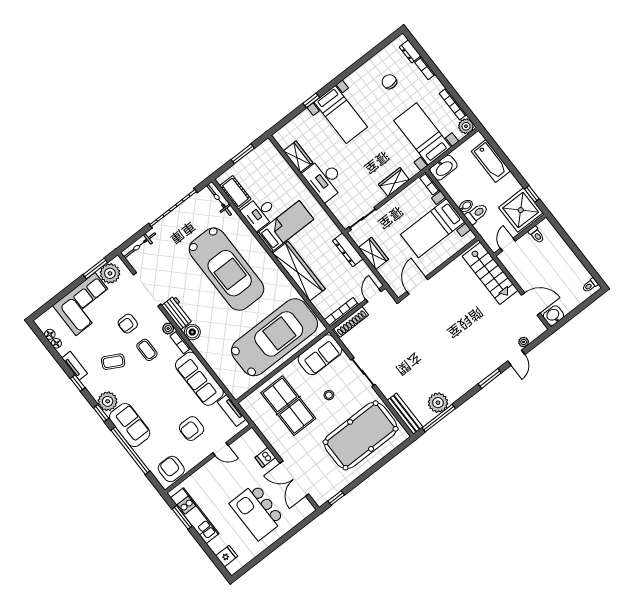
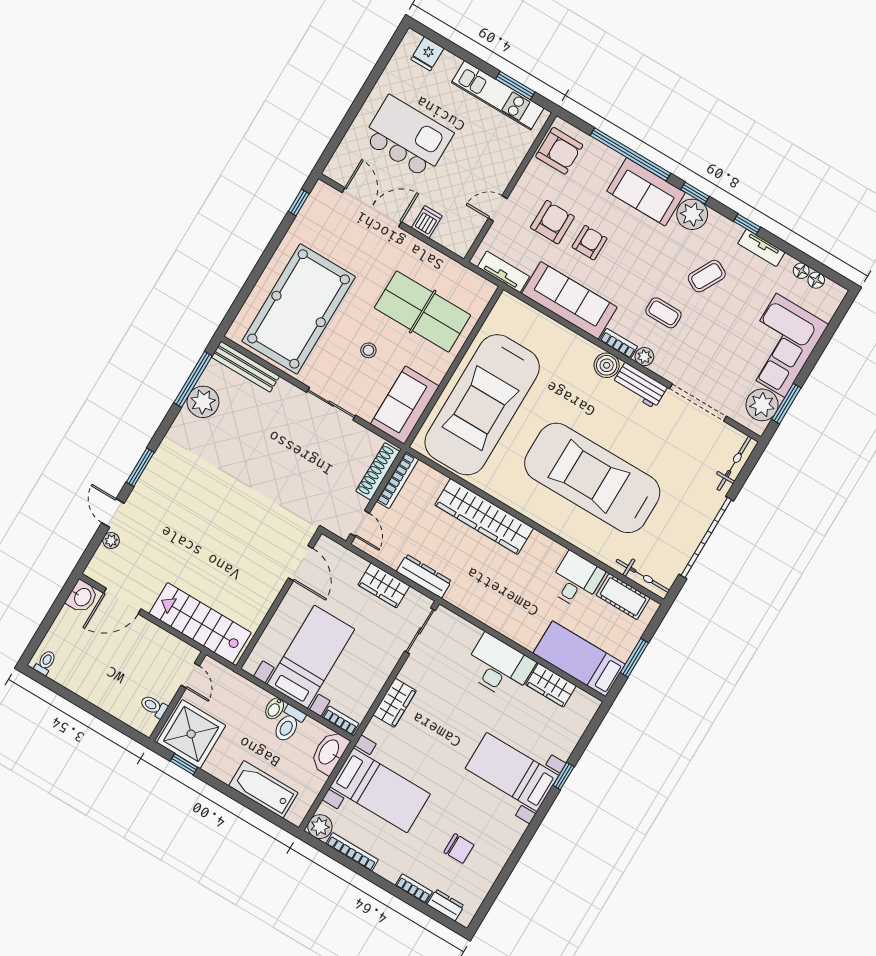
toilet: (477, 214) -> (289, 724), moved
bed: (285, 226) -> (579, 659), moved, turned 90
armchair: (128, 324) -> (590, 243), moved

